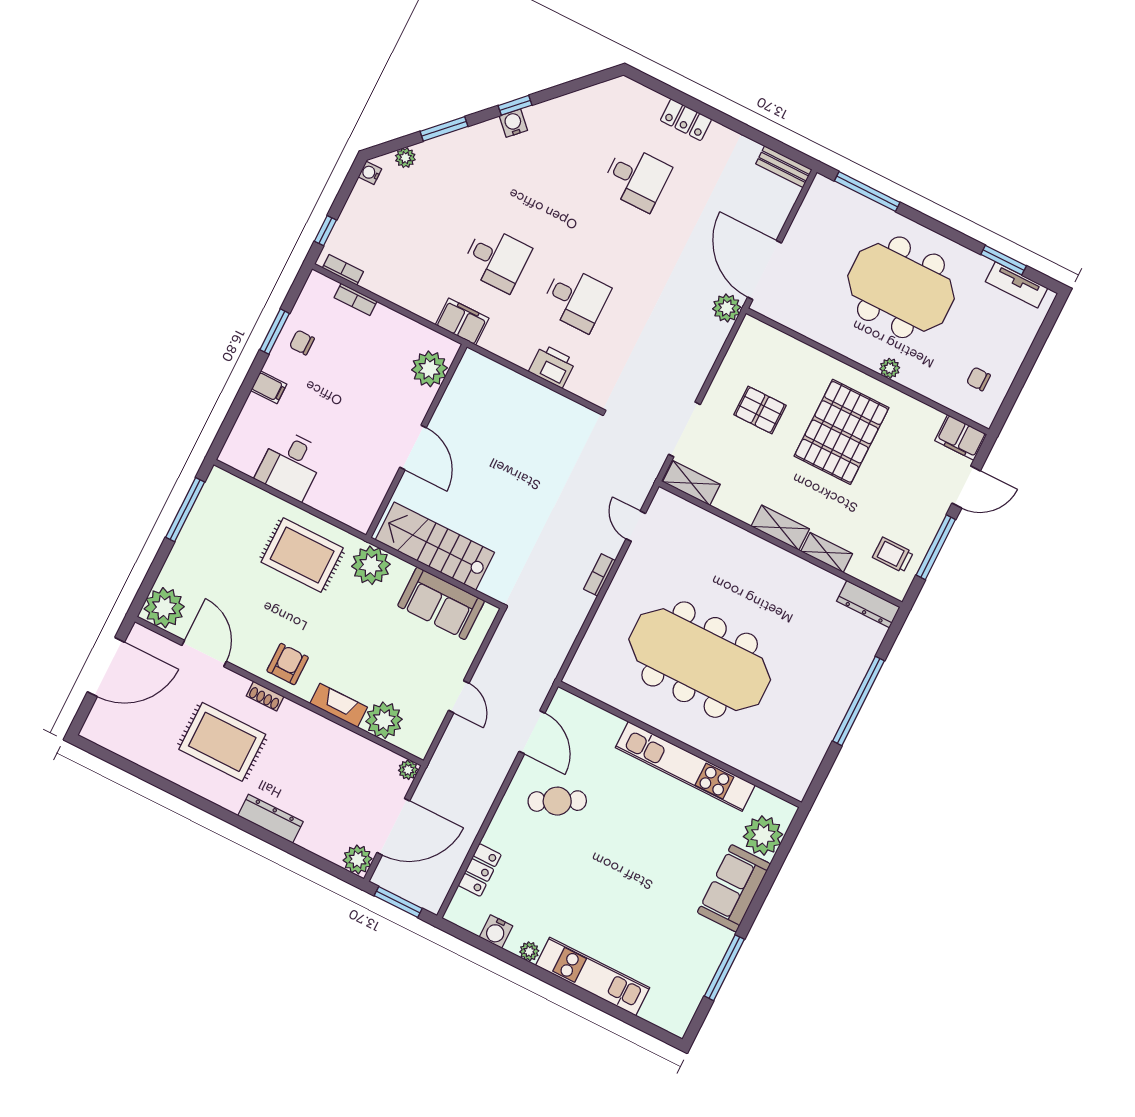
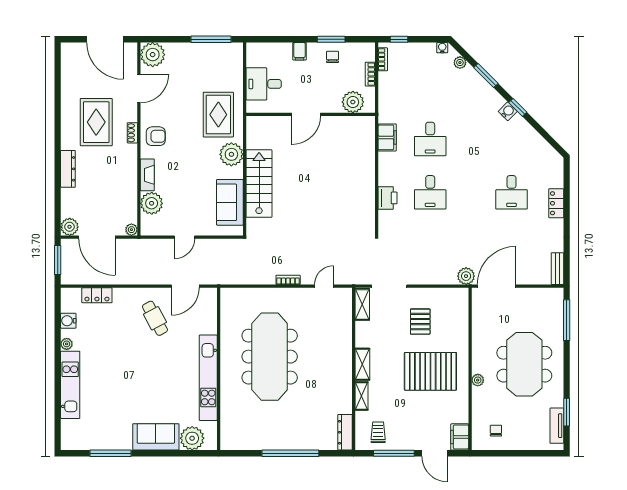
plant: (429, 369) -> (353, 102), moved
wall: (416, 441) -> (311, 114), moved
door: (413, 448) -> (306, 114), moved

